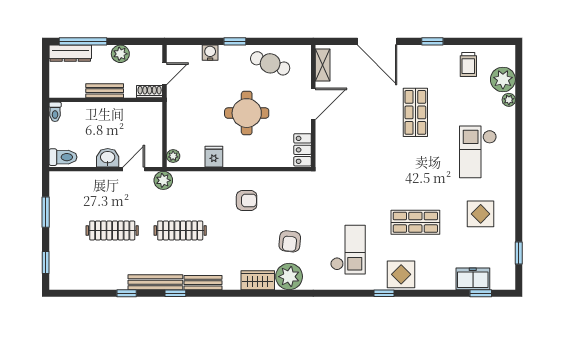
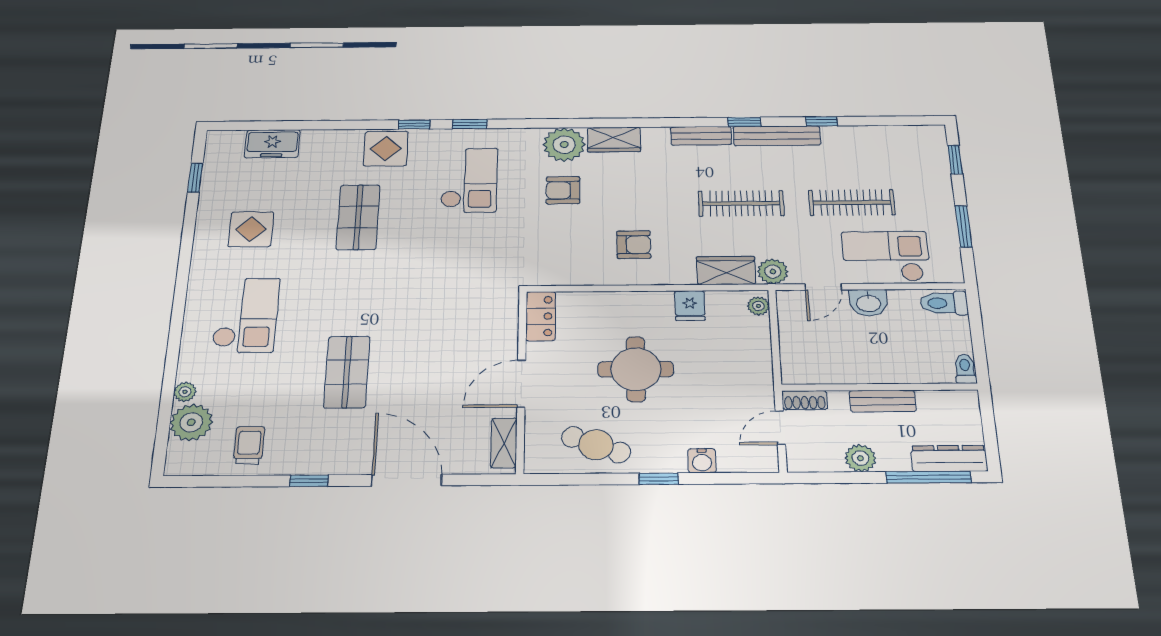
wardrobe: (191, 181) -> (726, 270), added
checkout: (95, 191) -> (886, 256), added
armchair: (247, 200) -> (634, 245), turned 180
shop shelf: (415, 222) -> (358, 217), turned 90
armchair: (290, 241) -> (563, 190), turned -96
checkout: (348, 250) -> (469, 180), turned 180
window: (481, 293) -> (470, 124), moved

